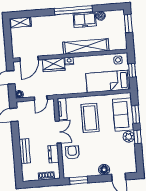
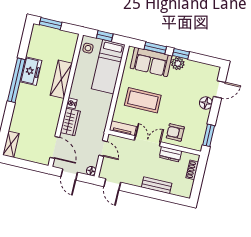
boiler: (101, 16) -> (32, 52), removed
shelving: (86, 46) -> (61, 79), width x0.68

